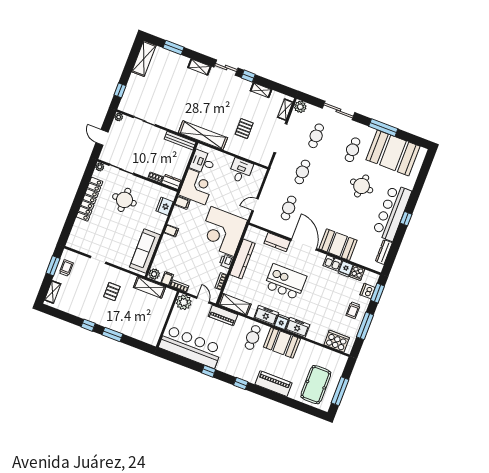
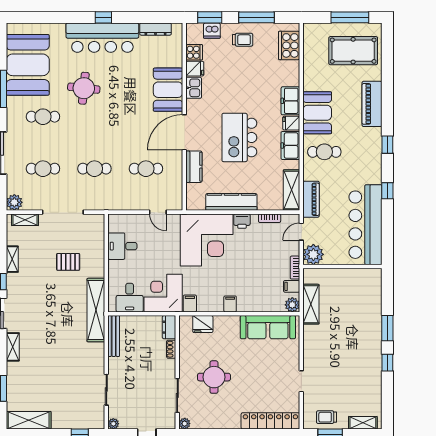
locker: (90, 199) -> (270, 421), moved
pallet: (112, 292) -> (334, 349), removed

